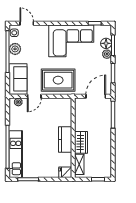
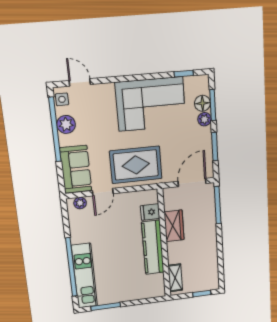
kitchen counter: (65, 140) -> (153, 247), width x1.50
wardrobe: (81, 142) -> (174, 226), moved
fridge: (65, 172) -> (150, 212), moved

